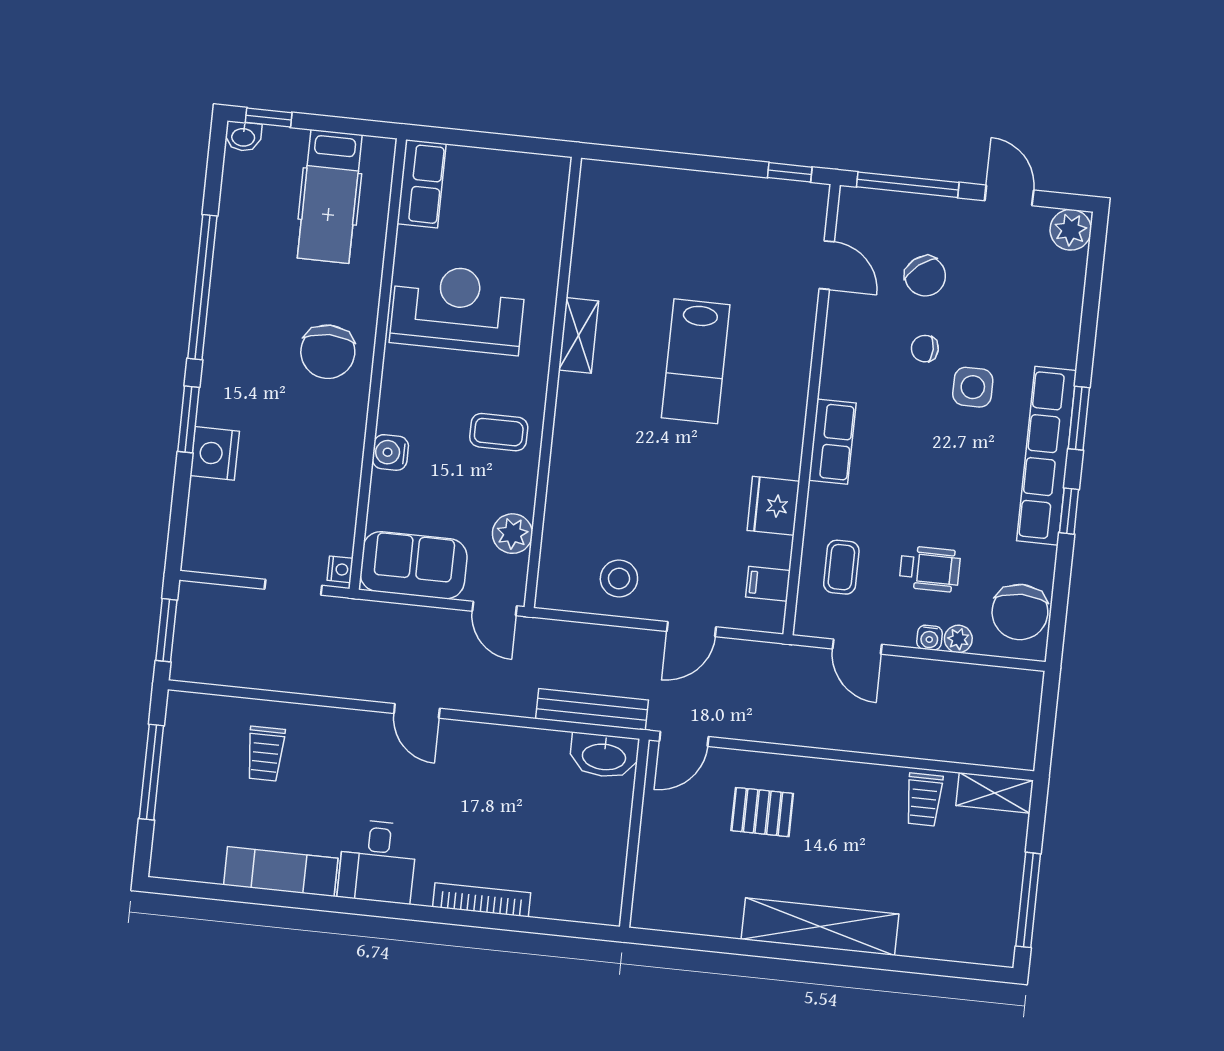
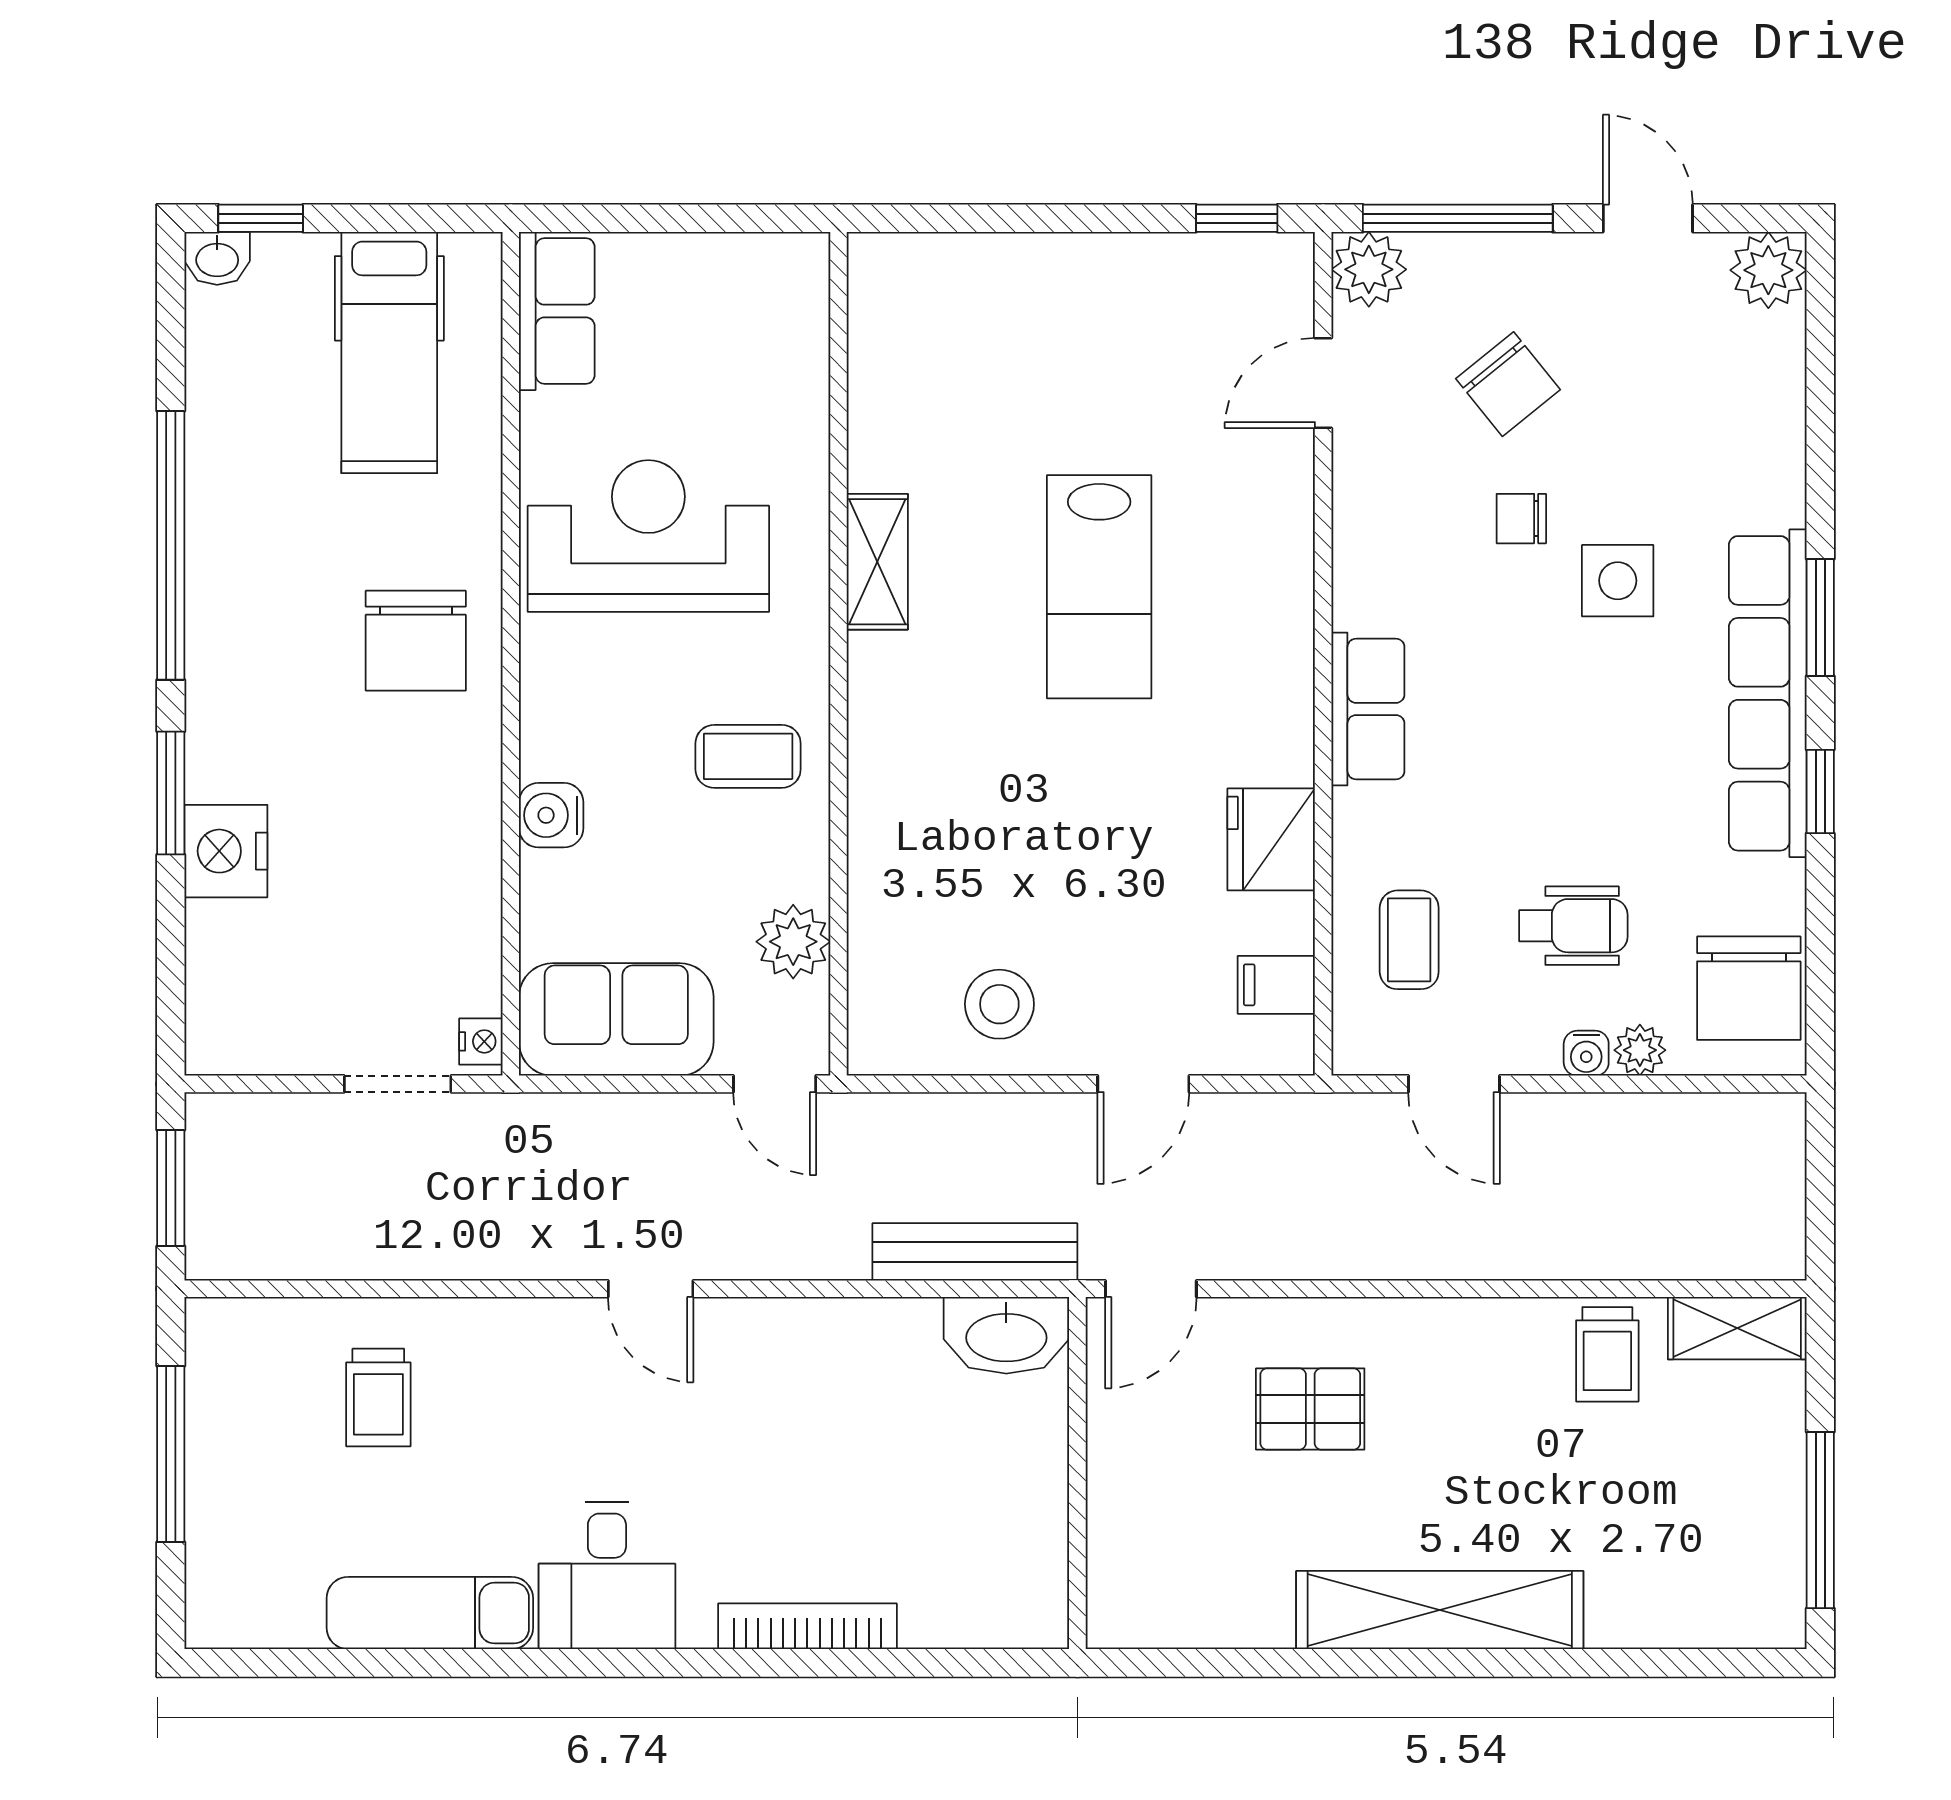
plant: (857, 207) -> (1369, 269), added
door: (827, 265) -> (1323, 383), swing flipped

